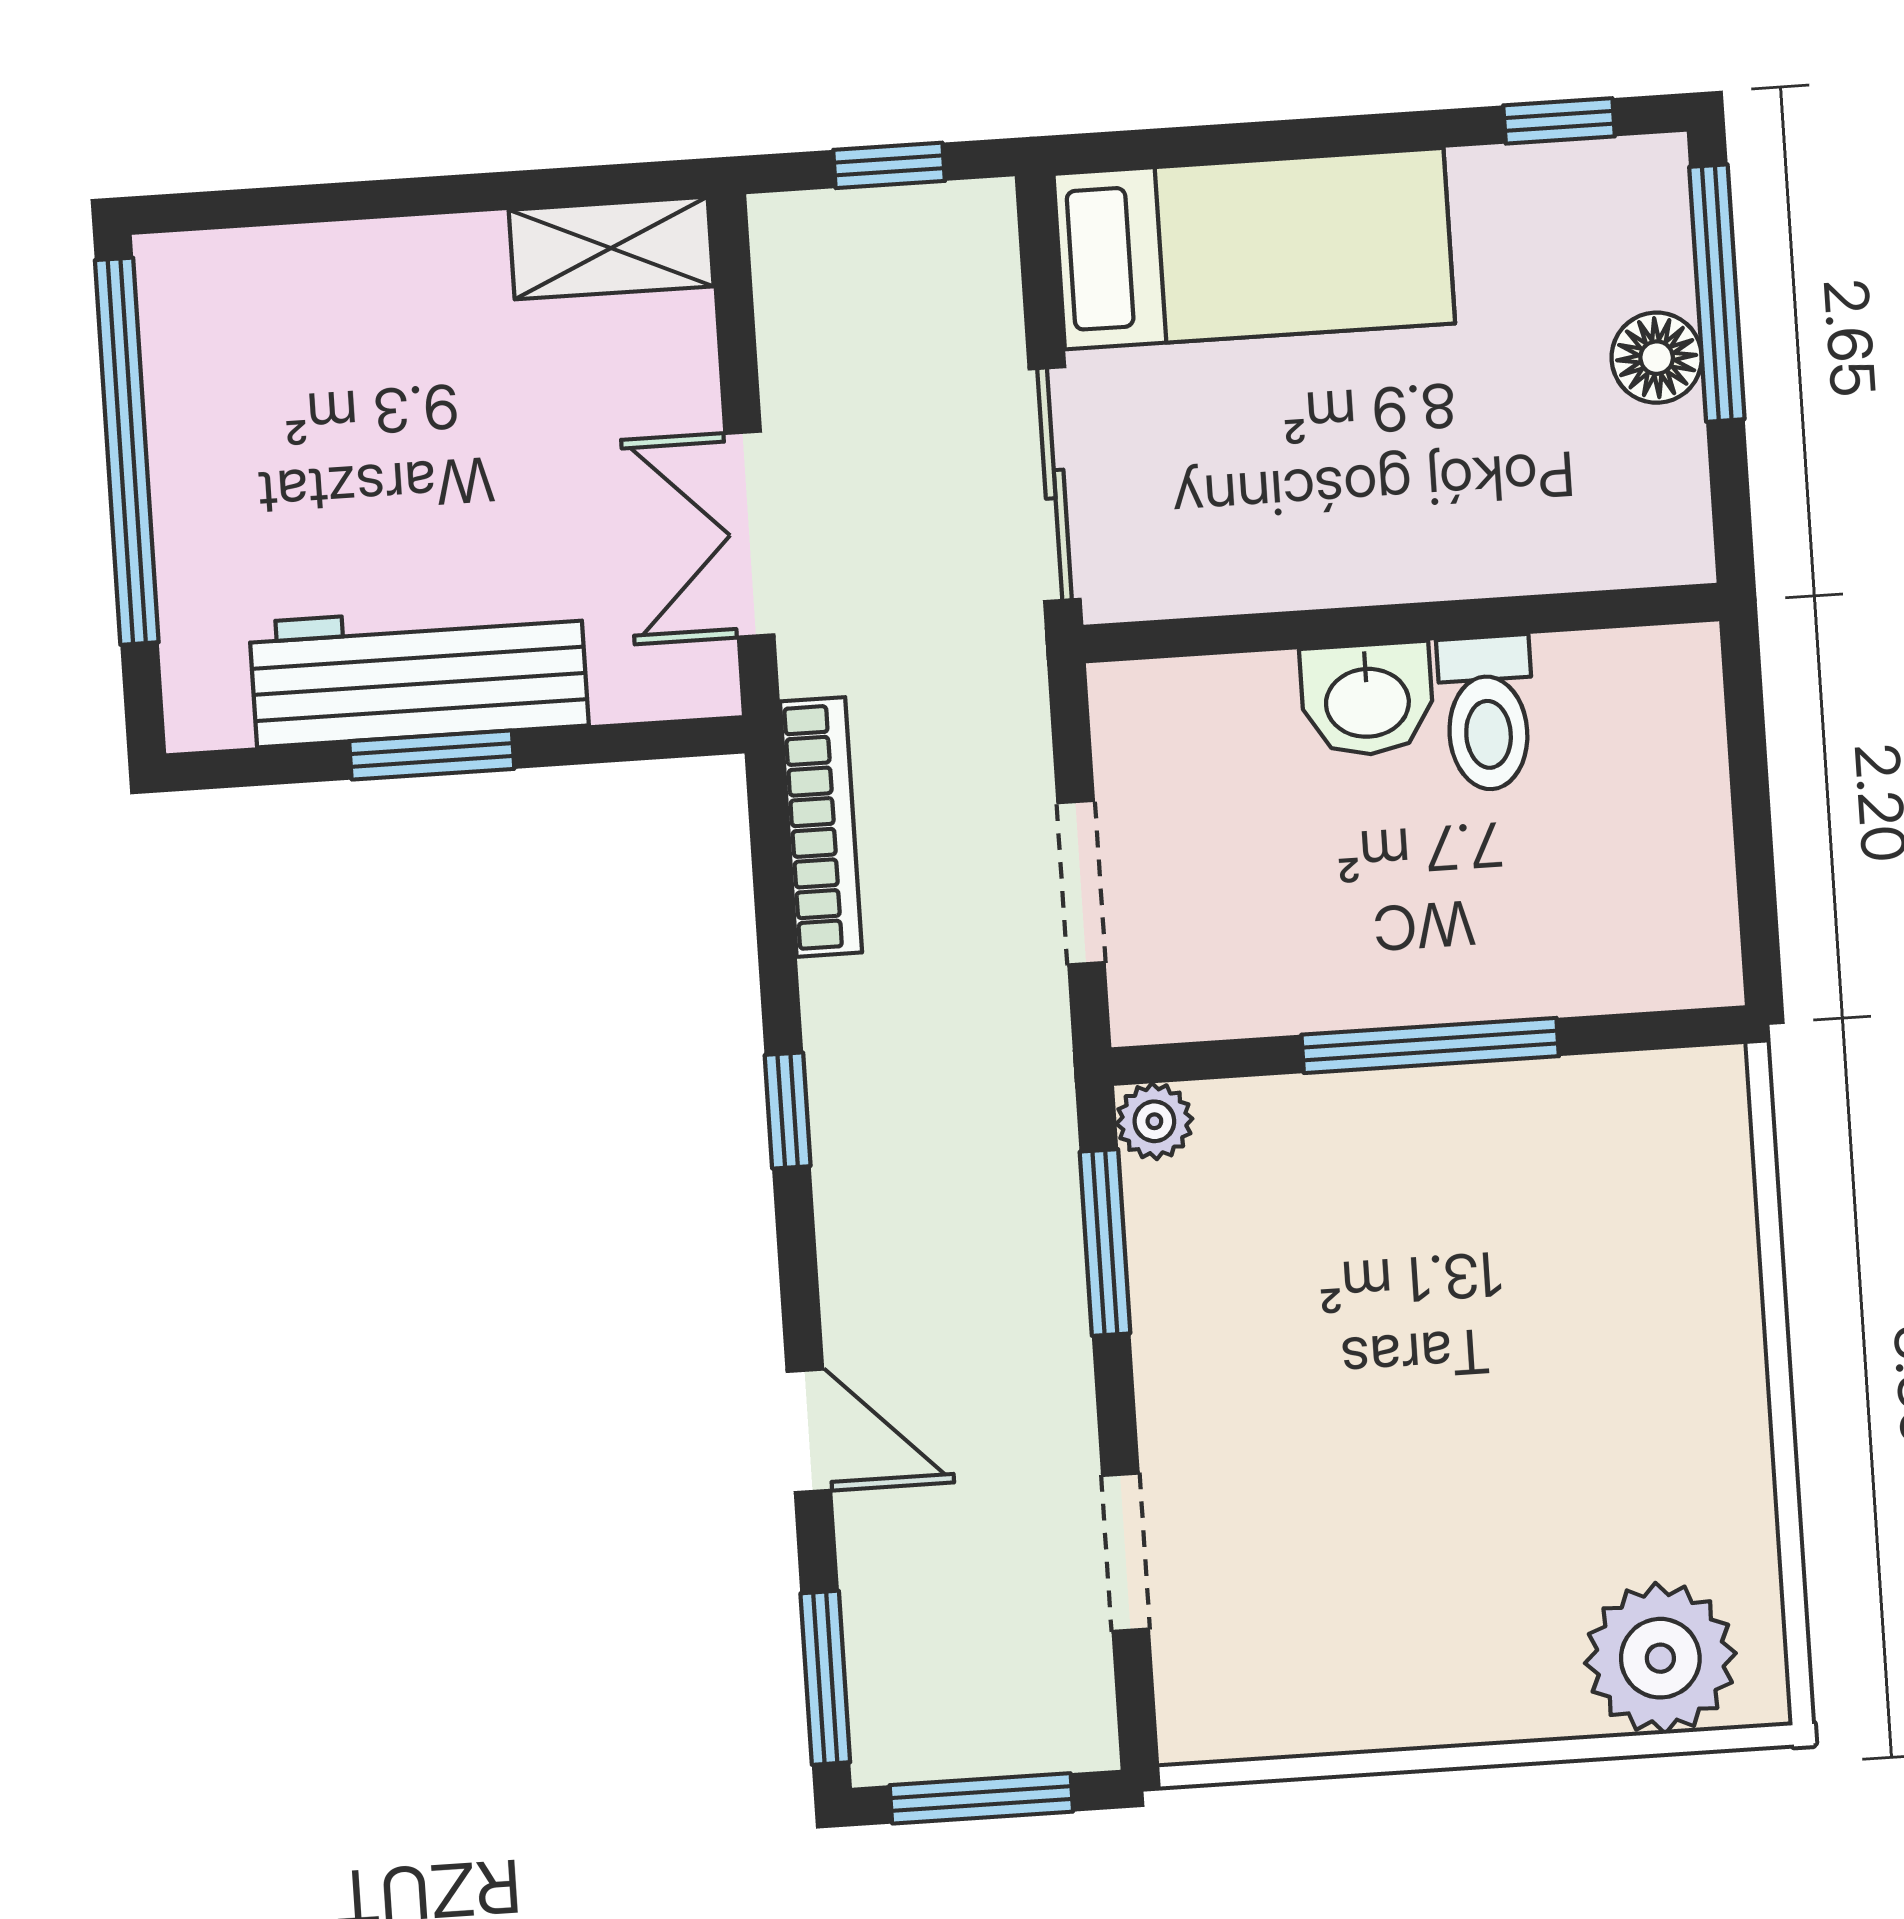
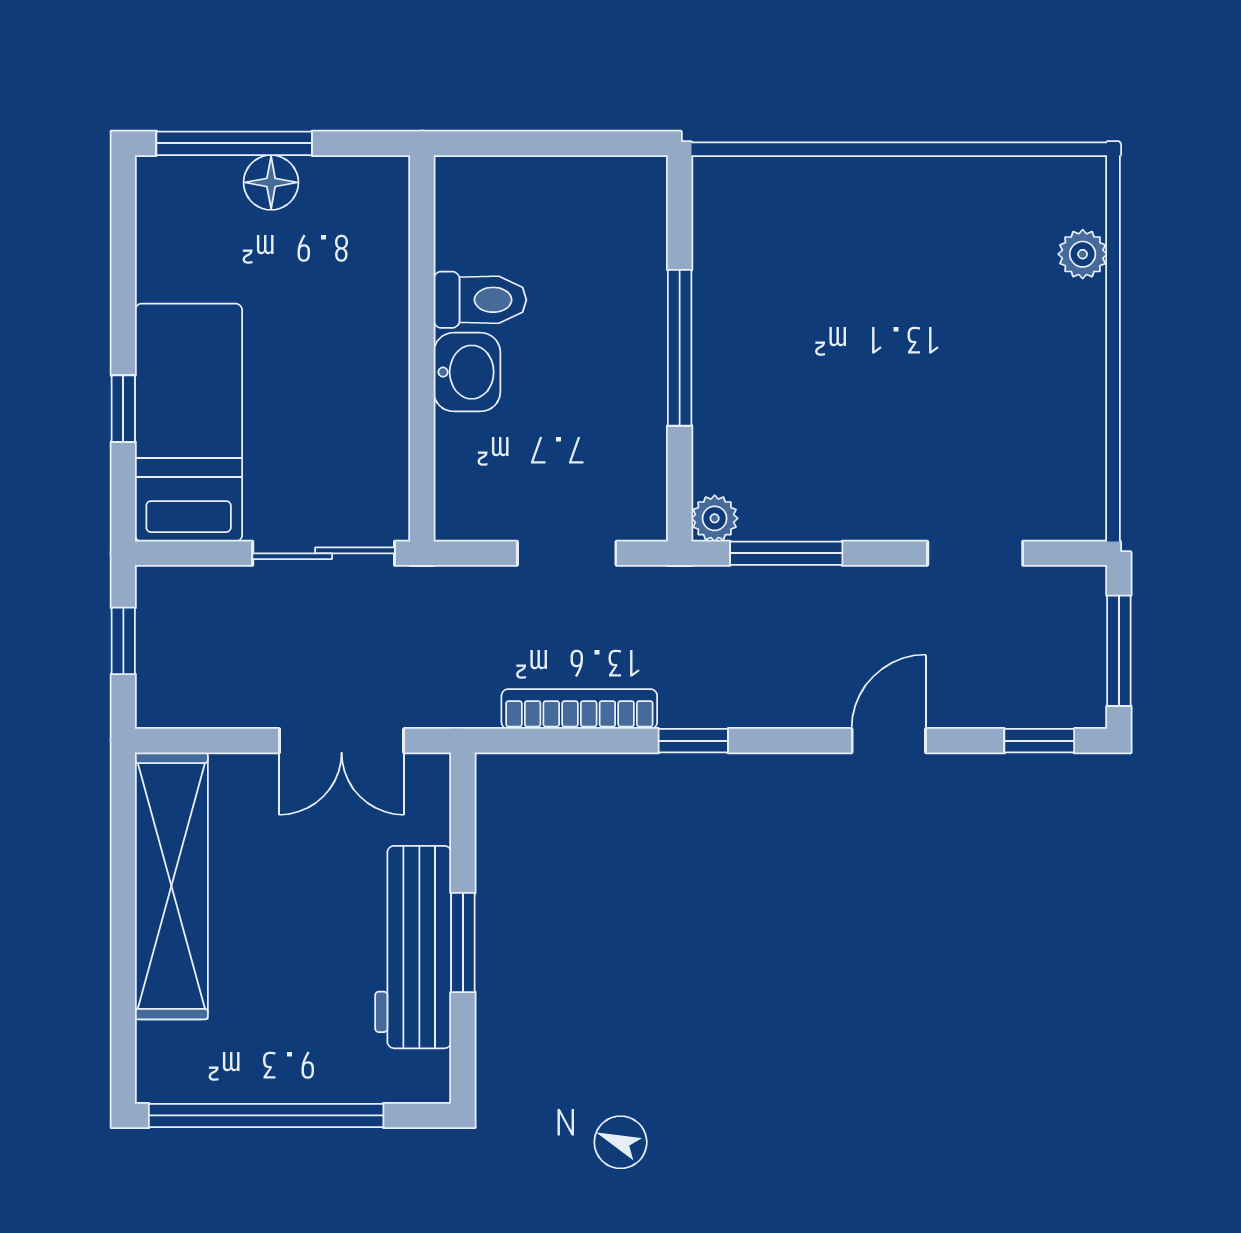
window: (1559, 121) -> (123, 409), moved
shelving: (611, 248) -> (171, 886), width x2.20, depth x1.33
bookcase: (821, 827) -> (579, 709), moved
plant: (1660, 1658) -> (1083, 254), width x0.53, depth x0.53
window: (825, 1678) -> (1039, 741), width x0.67

